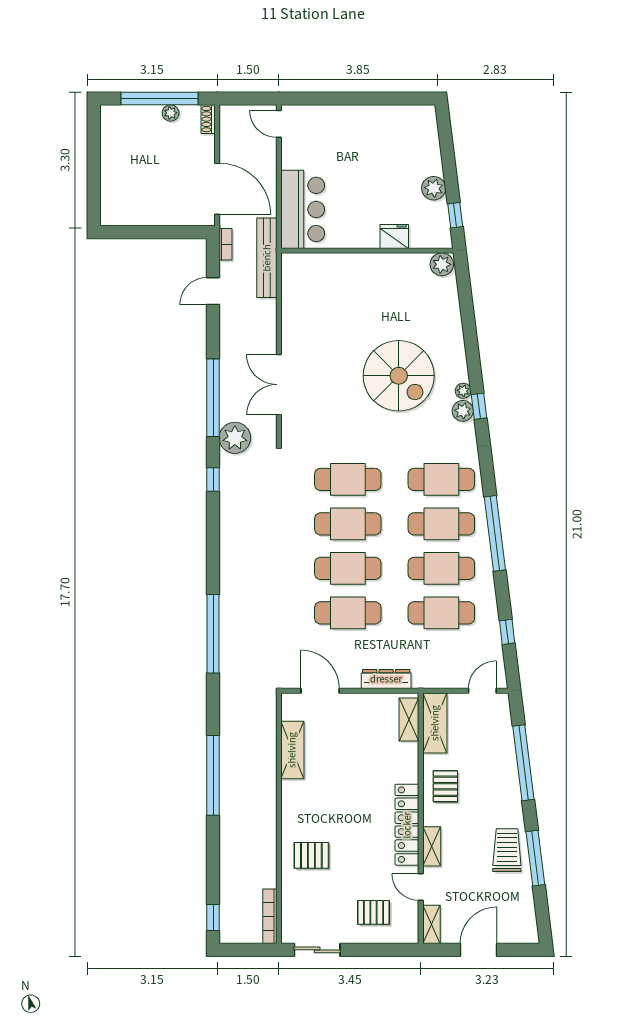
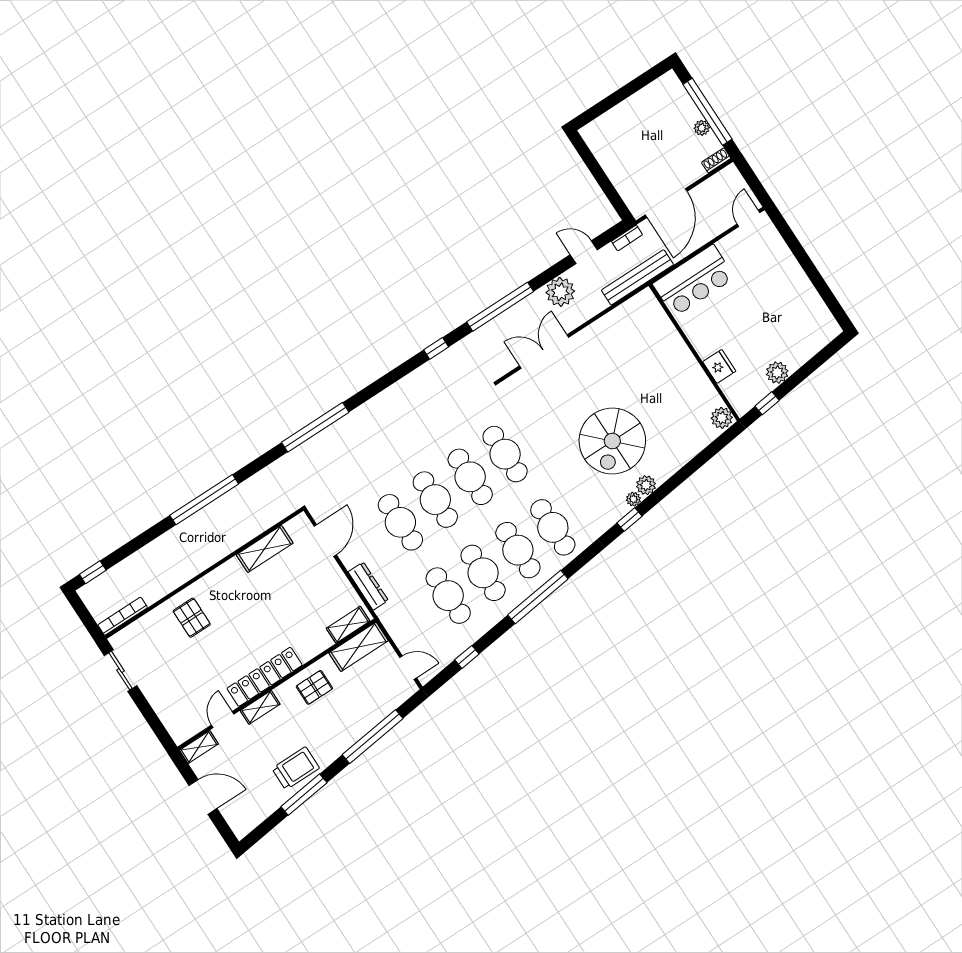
plant: (463, 411) -> (646, 485), moved
plant: (235, 438) -> (560, 292), moved
pallet: (374, 912) -> (179, 696), removed

